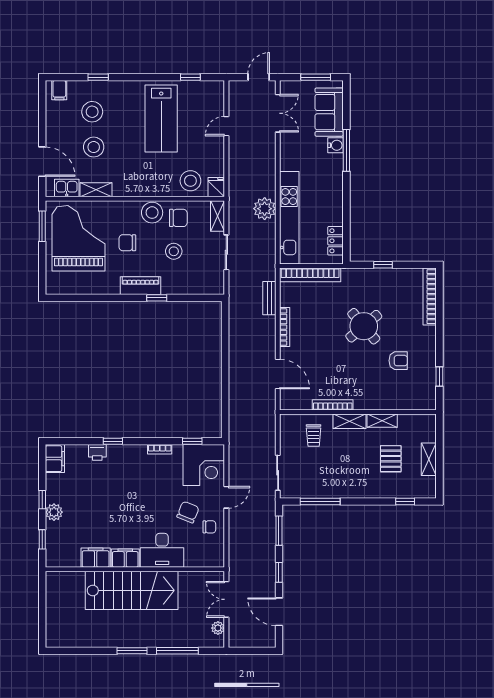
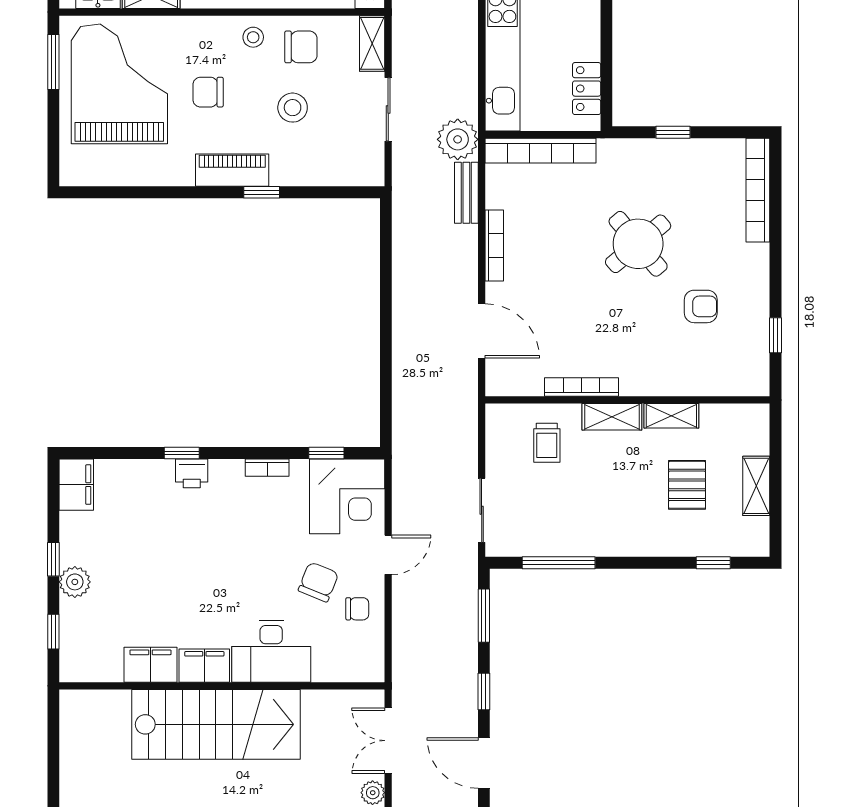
plant: (265, 209) -> (458, 139), moved
stool: (152, 213) -> (253, 37), width x0.53, depth x0.53
printer: (97, 452) -> (192, 473), moved

